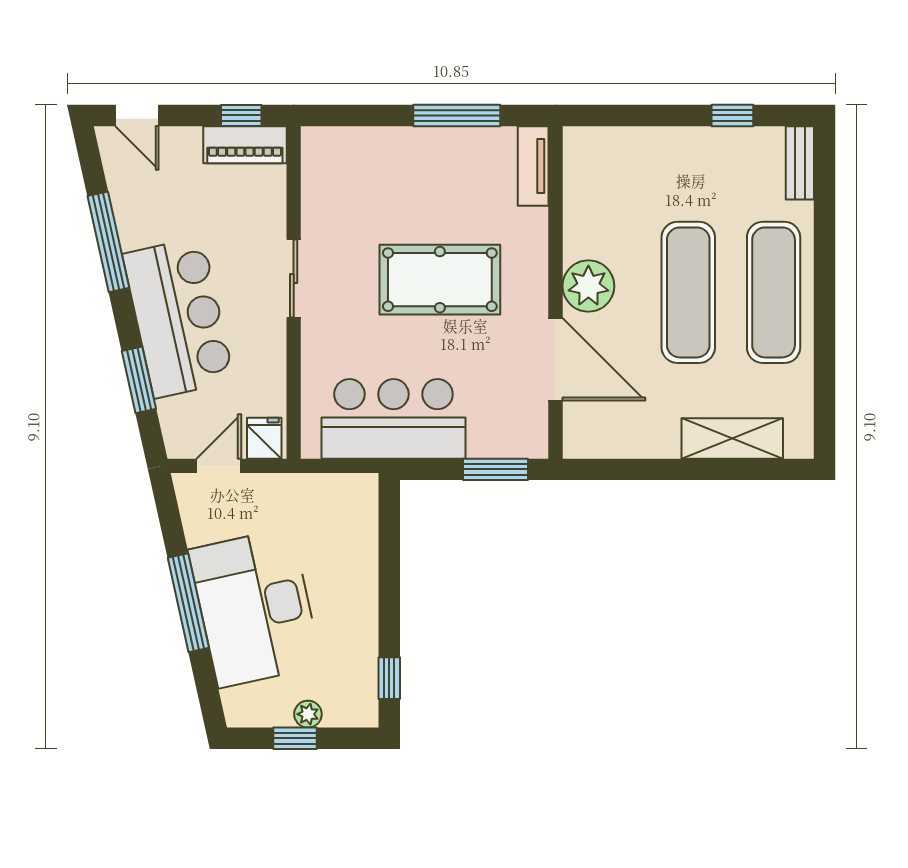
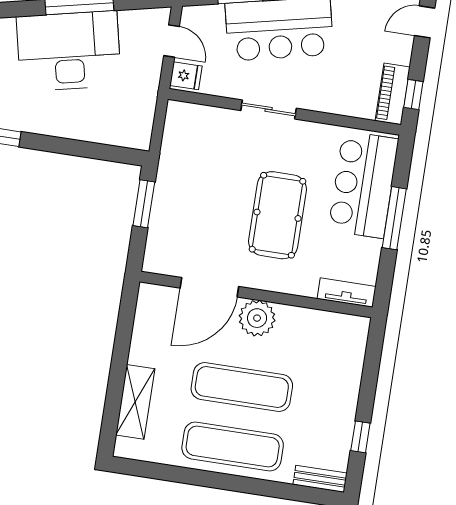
window: (457, 115) -> (394, 218), moved
sliding door: (294, 279) -> (269, 109), moved
bar counter: (393, 419) -> (363, 185), moved, turned 180
window: (496, 469) -> (144, 204), moved

